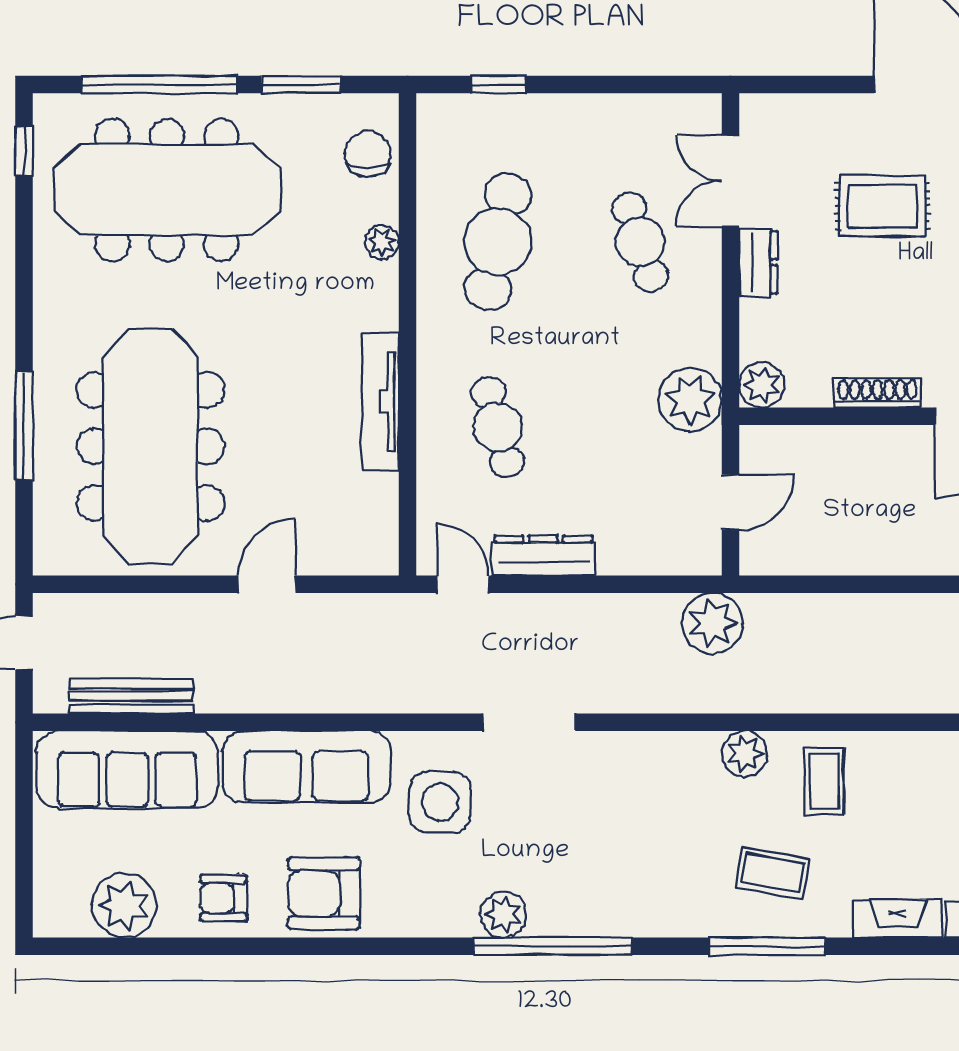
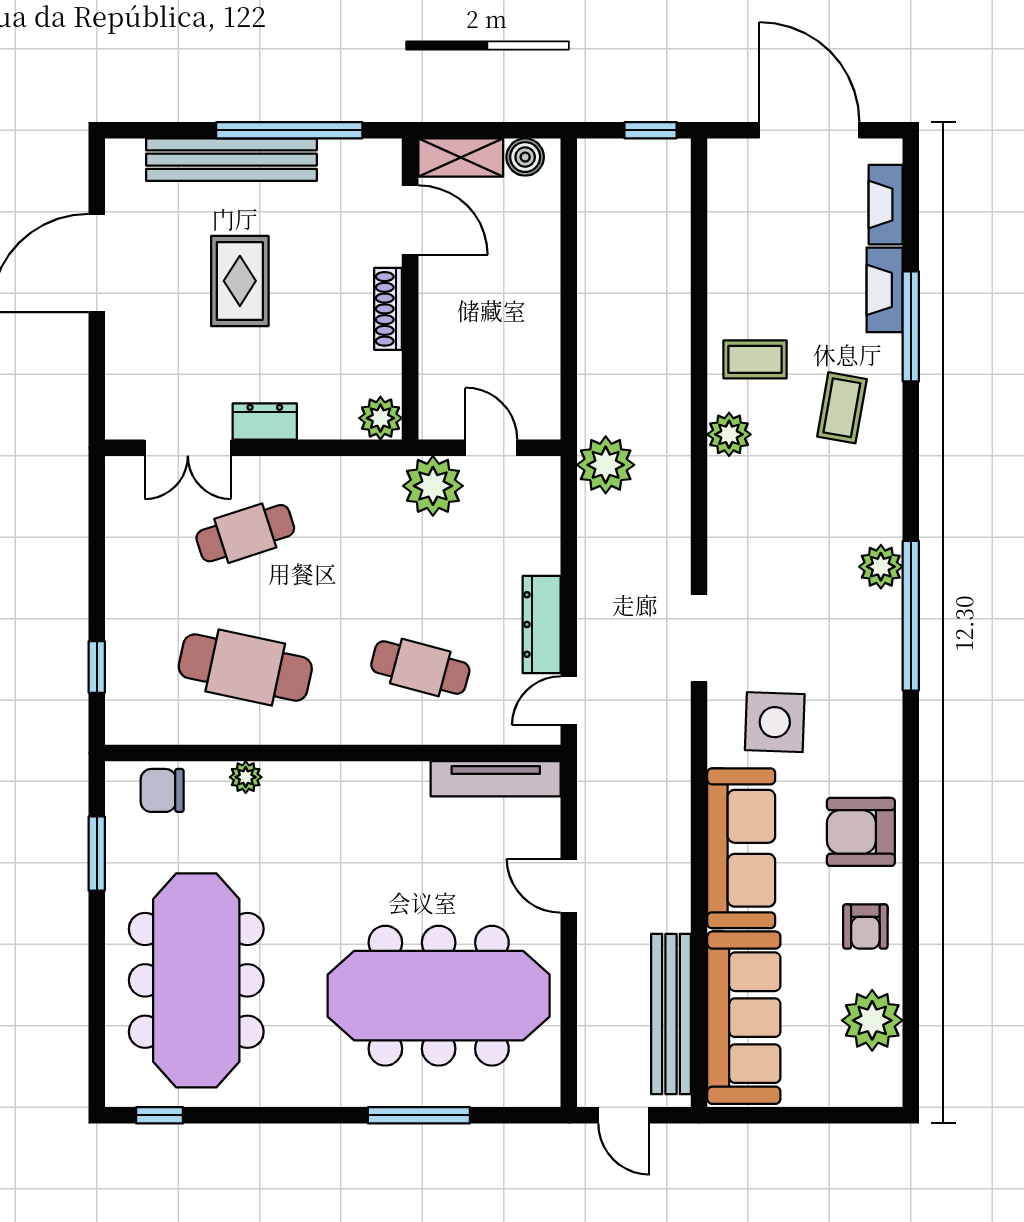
window: (159, 85) -> (97, 988), removed
rug: (882, 206) -> (240, 281), moved
plant: (690, 400) -> (433, 486), moved
tv unit: (380, 402) -> (496, 779), moved
cafe table: (498, 427) -> (420, 668), turned 30
bench: (131, 696) -> (671, 1014), width x1.37, depth x1.21
armchair: (324, 893) -> (861, 832), turned 90
plant: (503, 914) -> (881, 567), moved
window: (767, 946) -> (911, 326), moved

